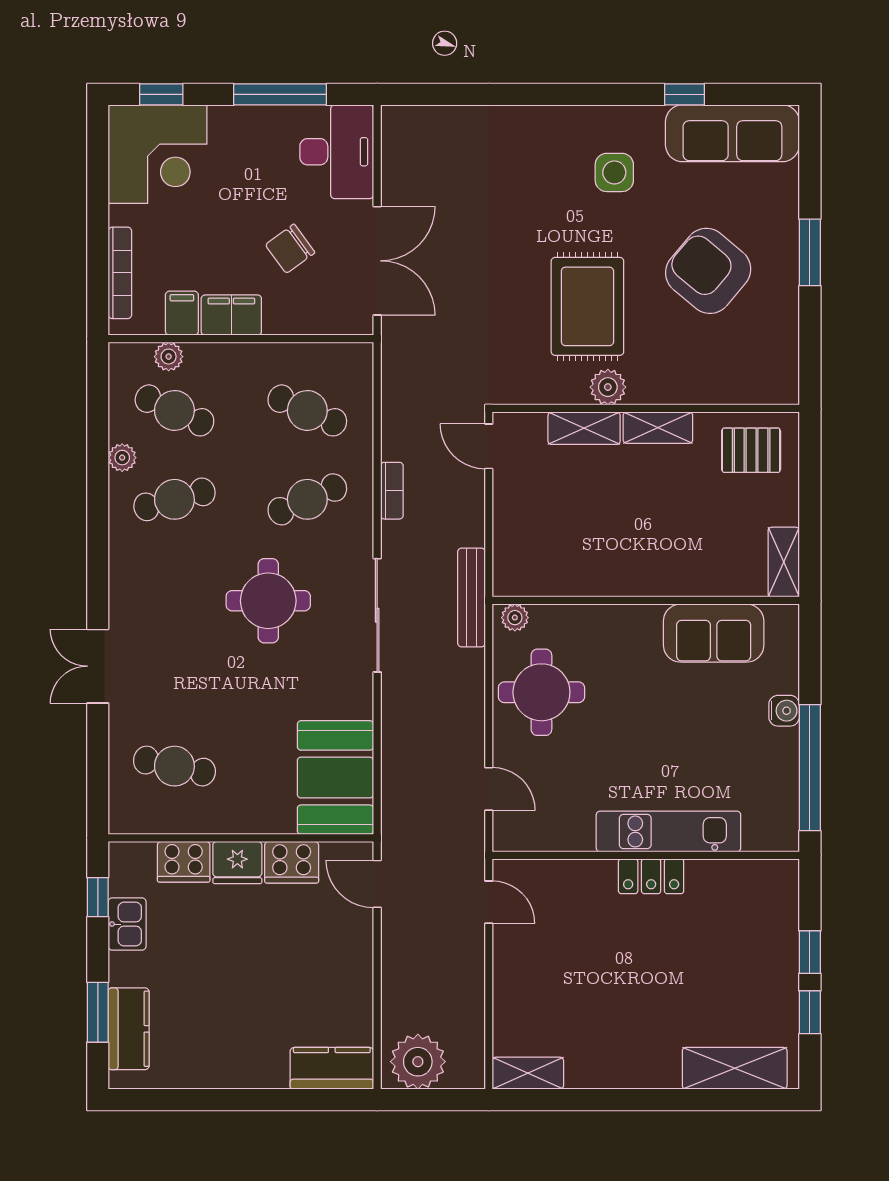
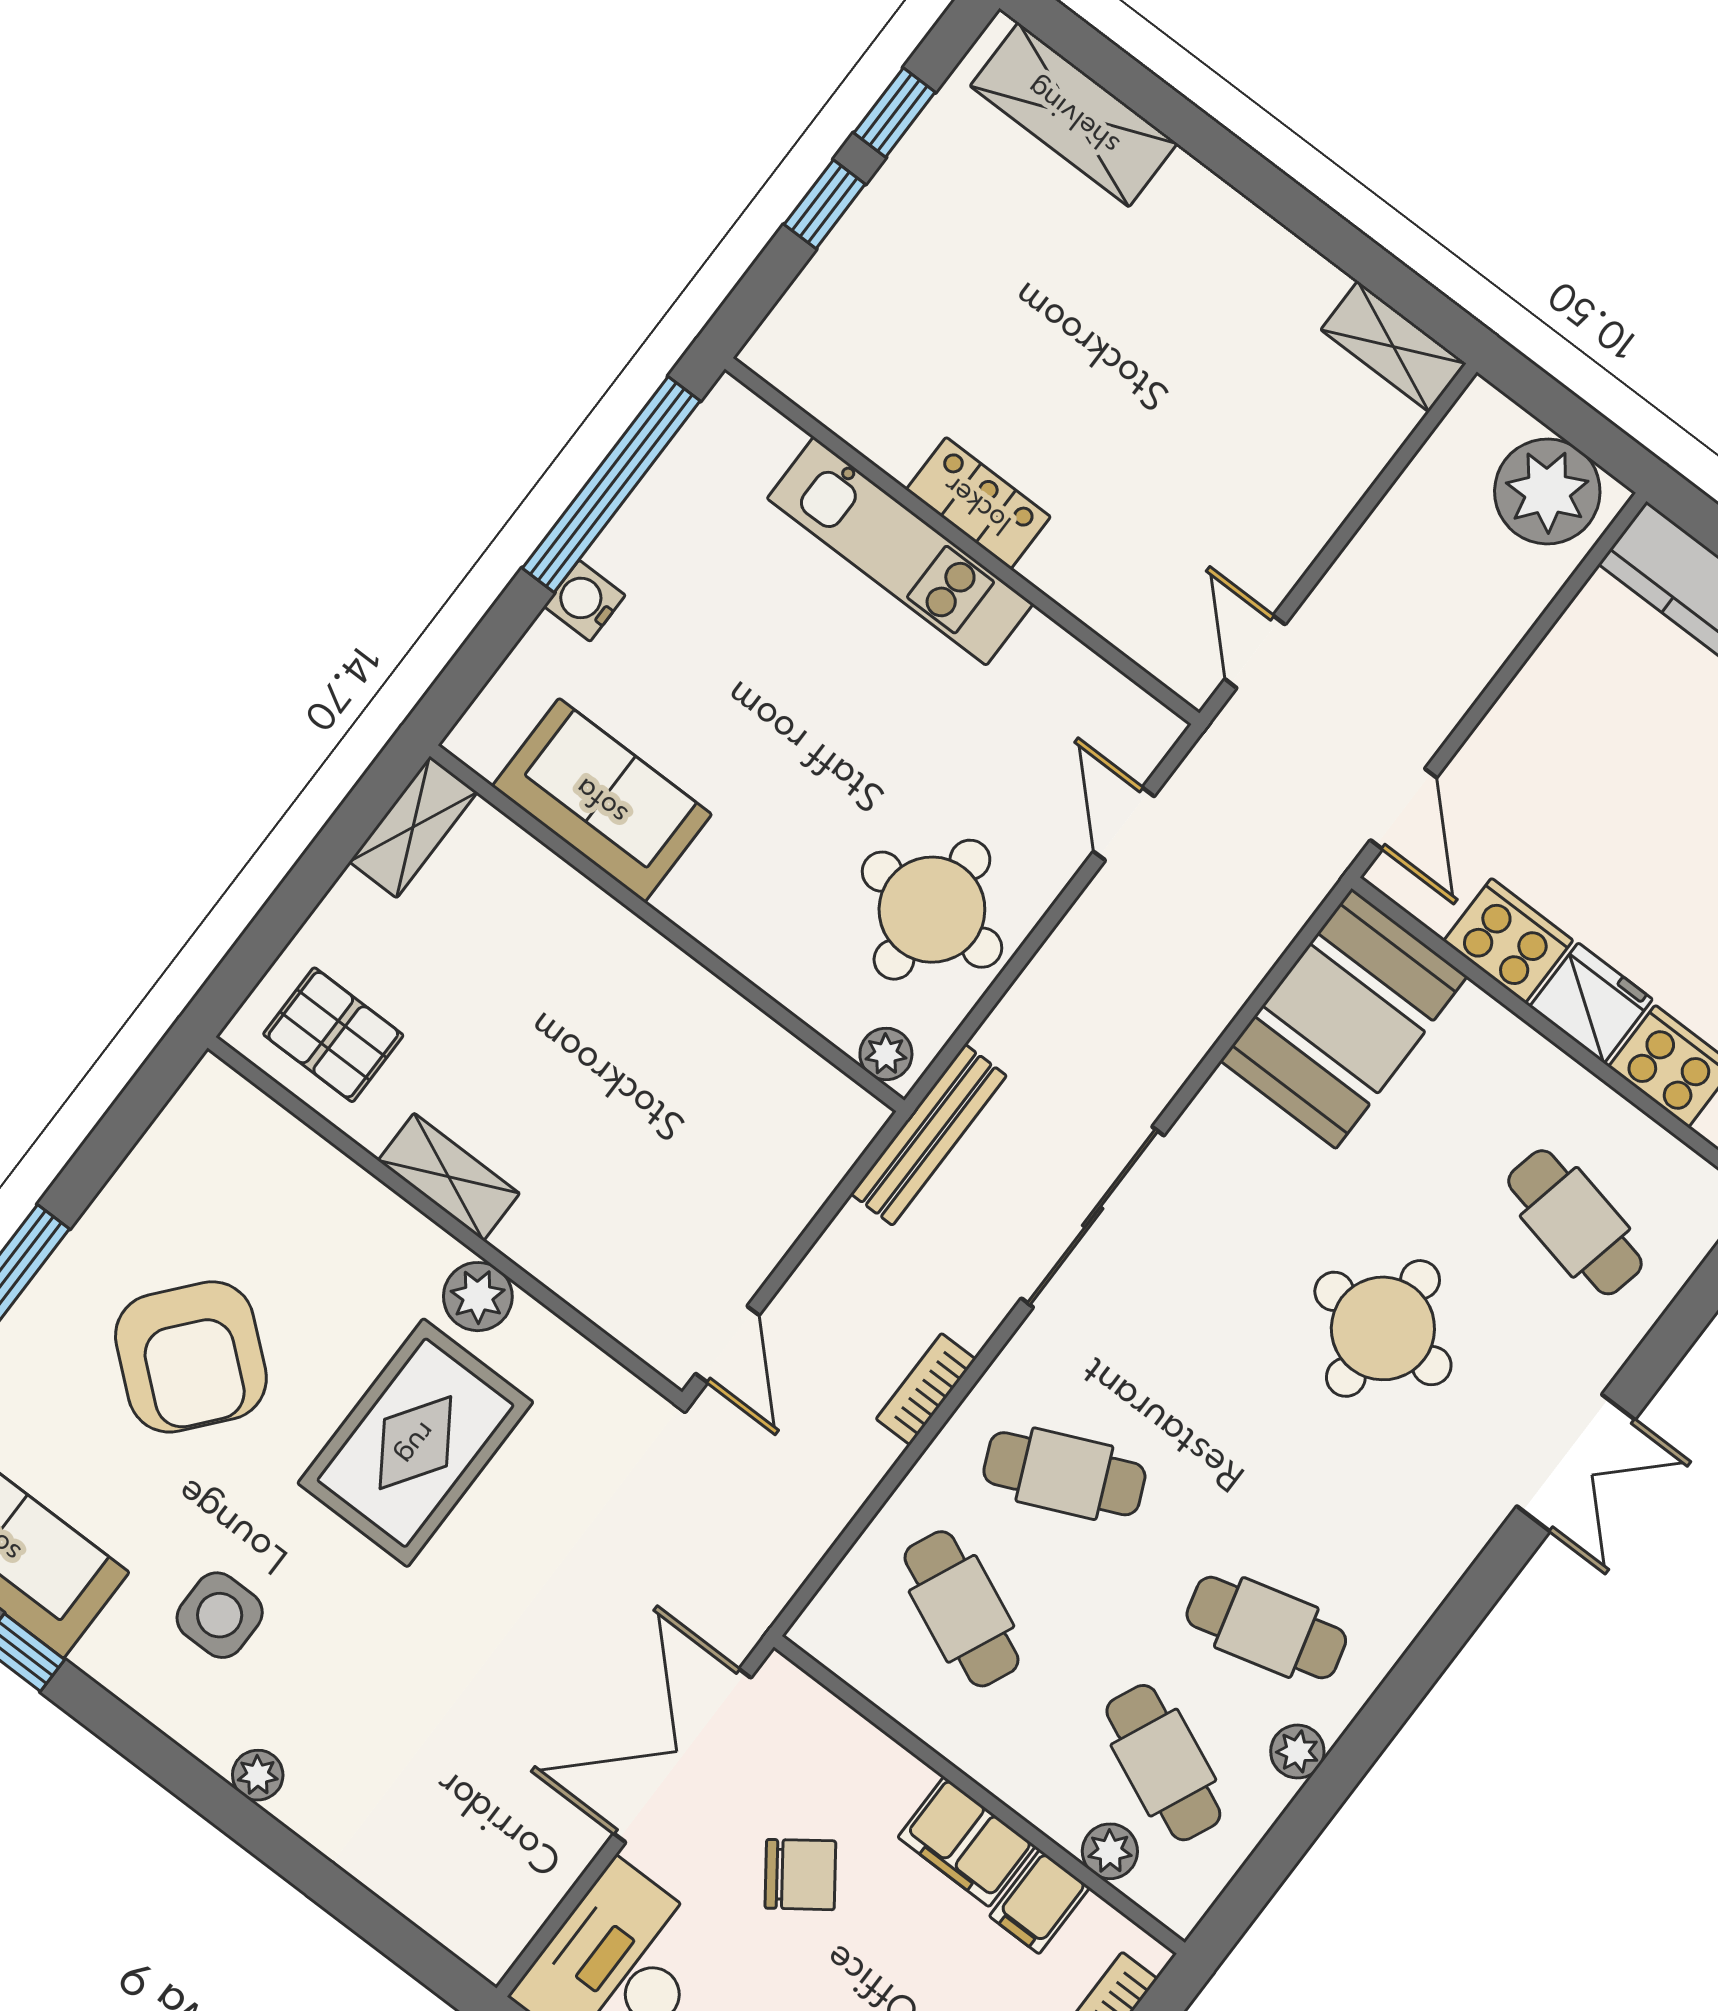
plant: (548, 118) -> (258, 1775), added
shelving: (584, 428) -> (562, 1261), removed
round table: (268, 601) -> (1383, 1328), moved

